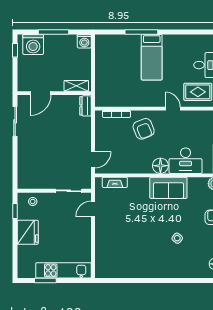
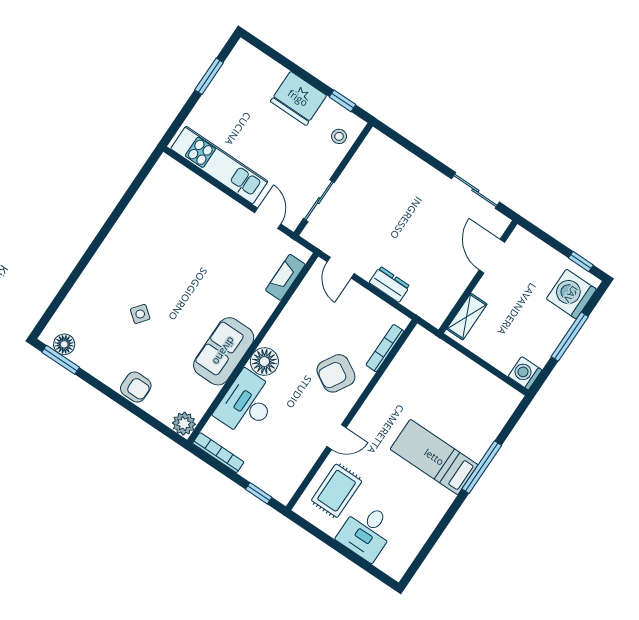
dresser: (86, 106) -> (389, 284), moved
armchair: (144, 129) -> (336, 373), turned -38
kitchen unit: (64, 270) -> (219, 165), moved, turned -90

